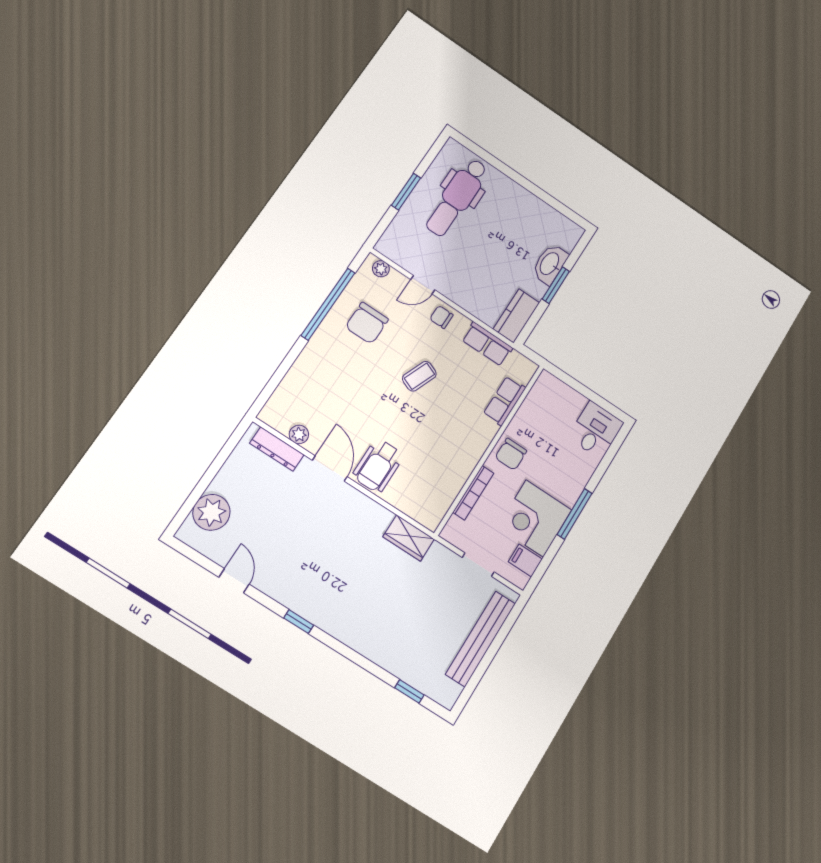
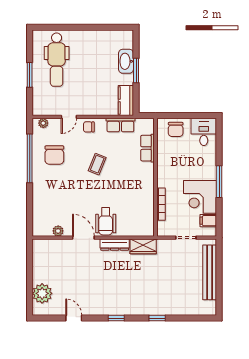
dresser: (277, 449) -> (115, 245), moved
chair: (511, 454) -> (176, 129), moved
window: (409, 691) -> (157, 318), moved

